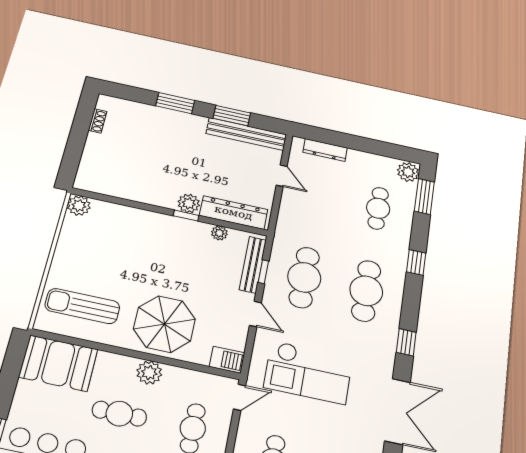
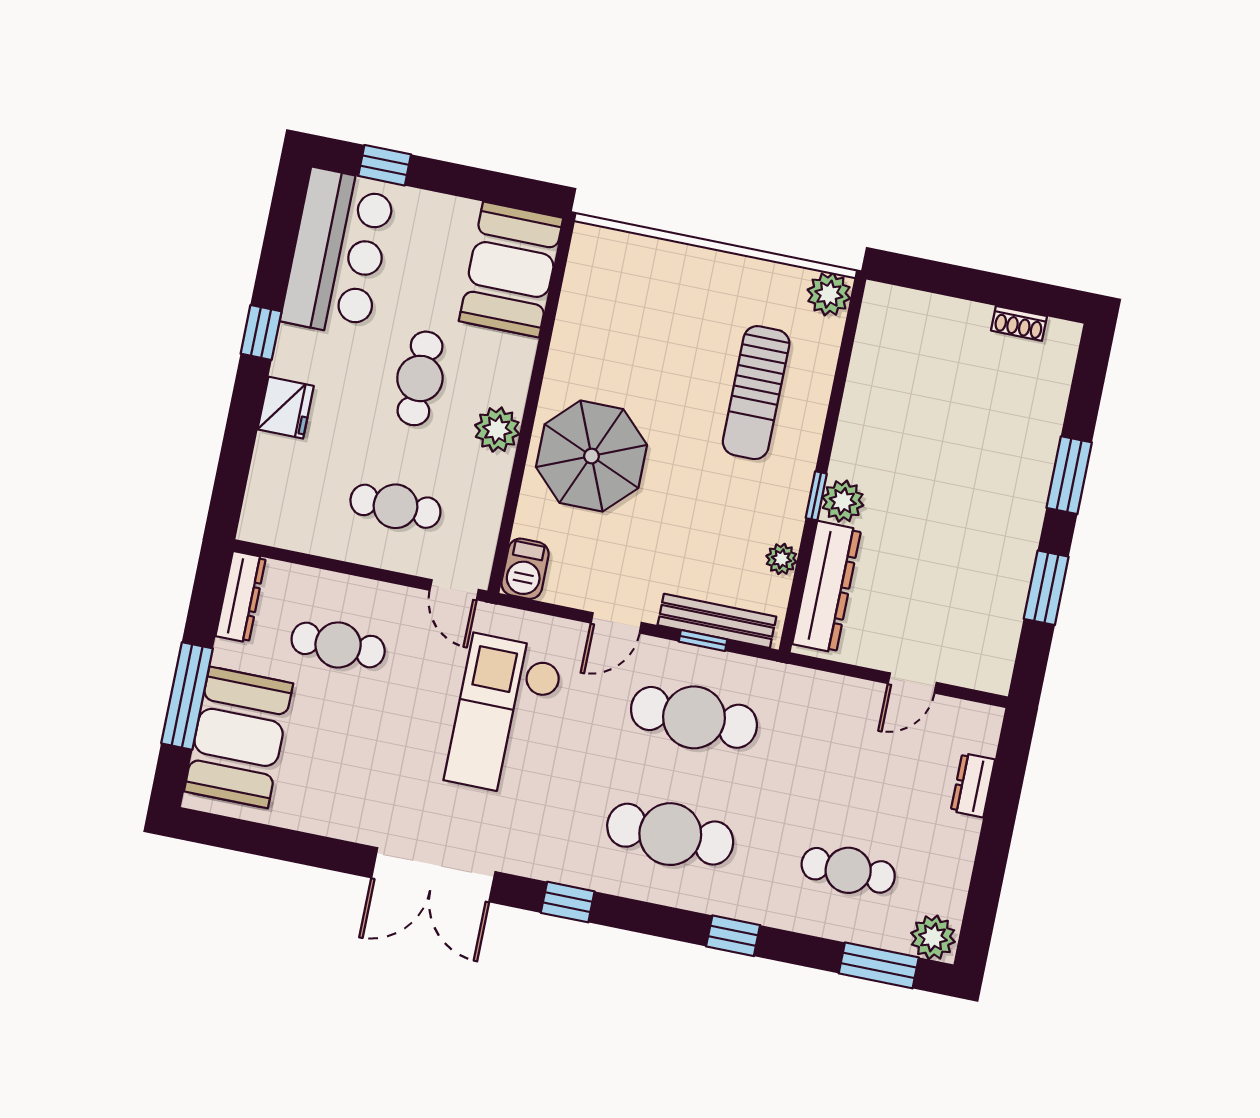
bench: (246, 134) -> (1004, 616), removed
dresser: (325, 150) -> (973, 785), width x0.70
sun lounger: (82, 306) -> (756, 393), moved, turned 180

